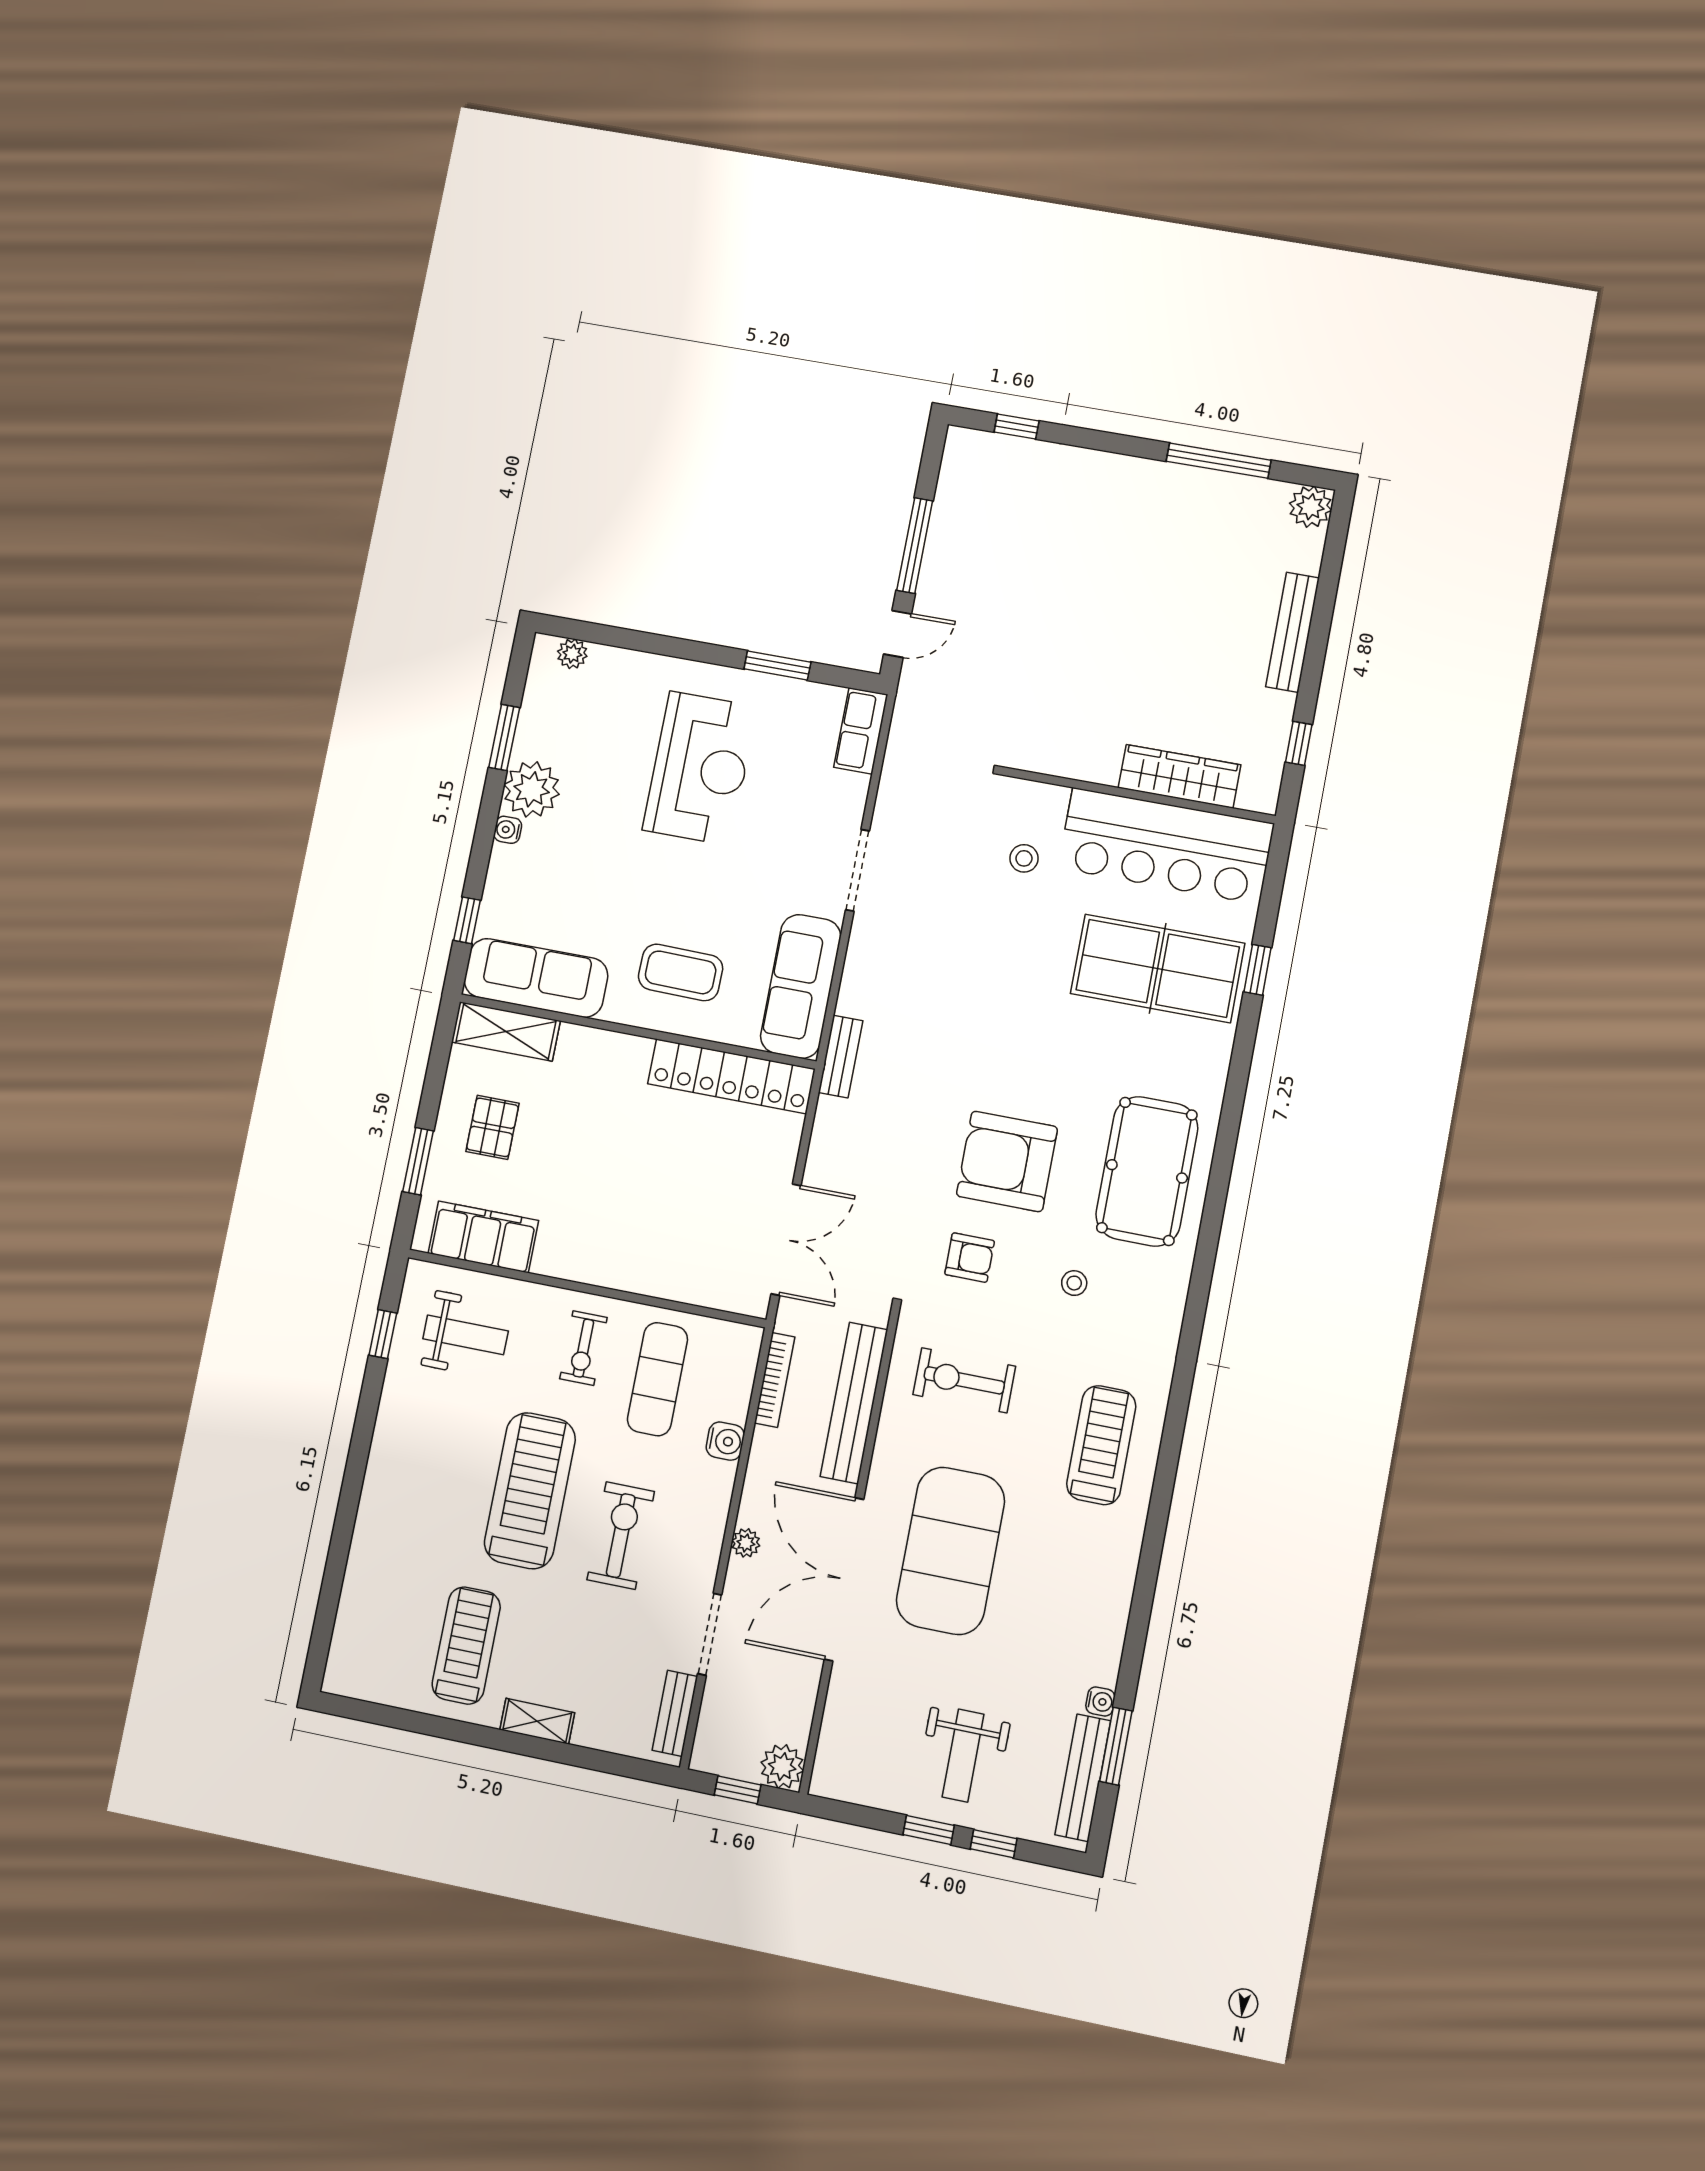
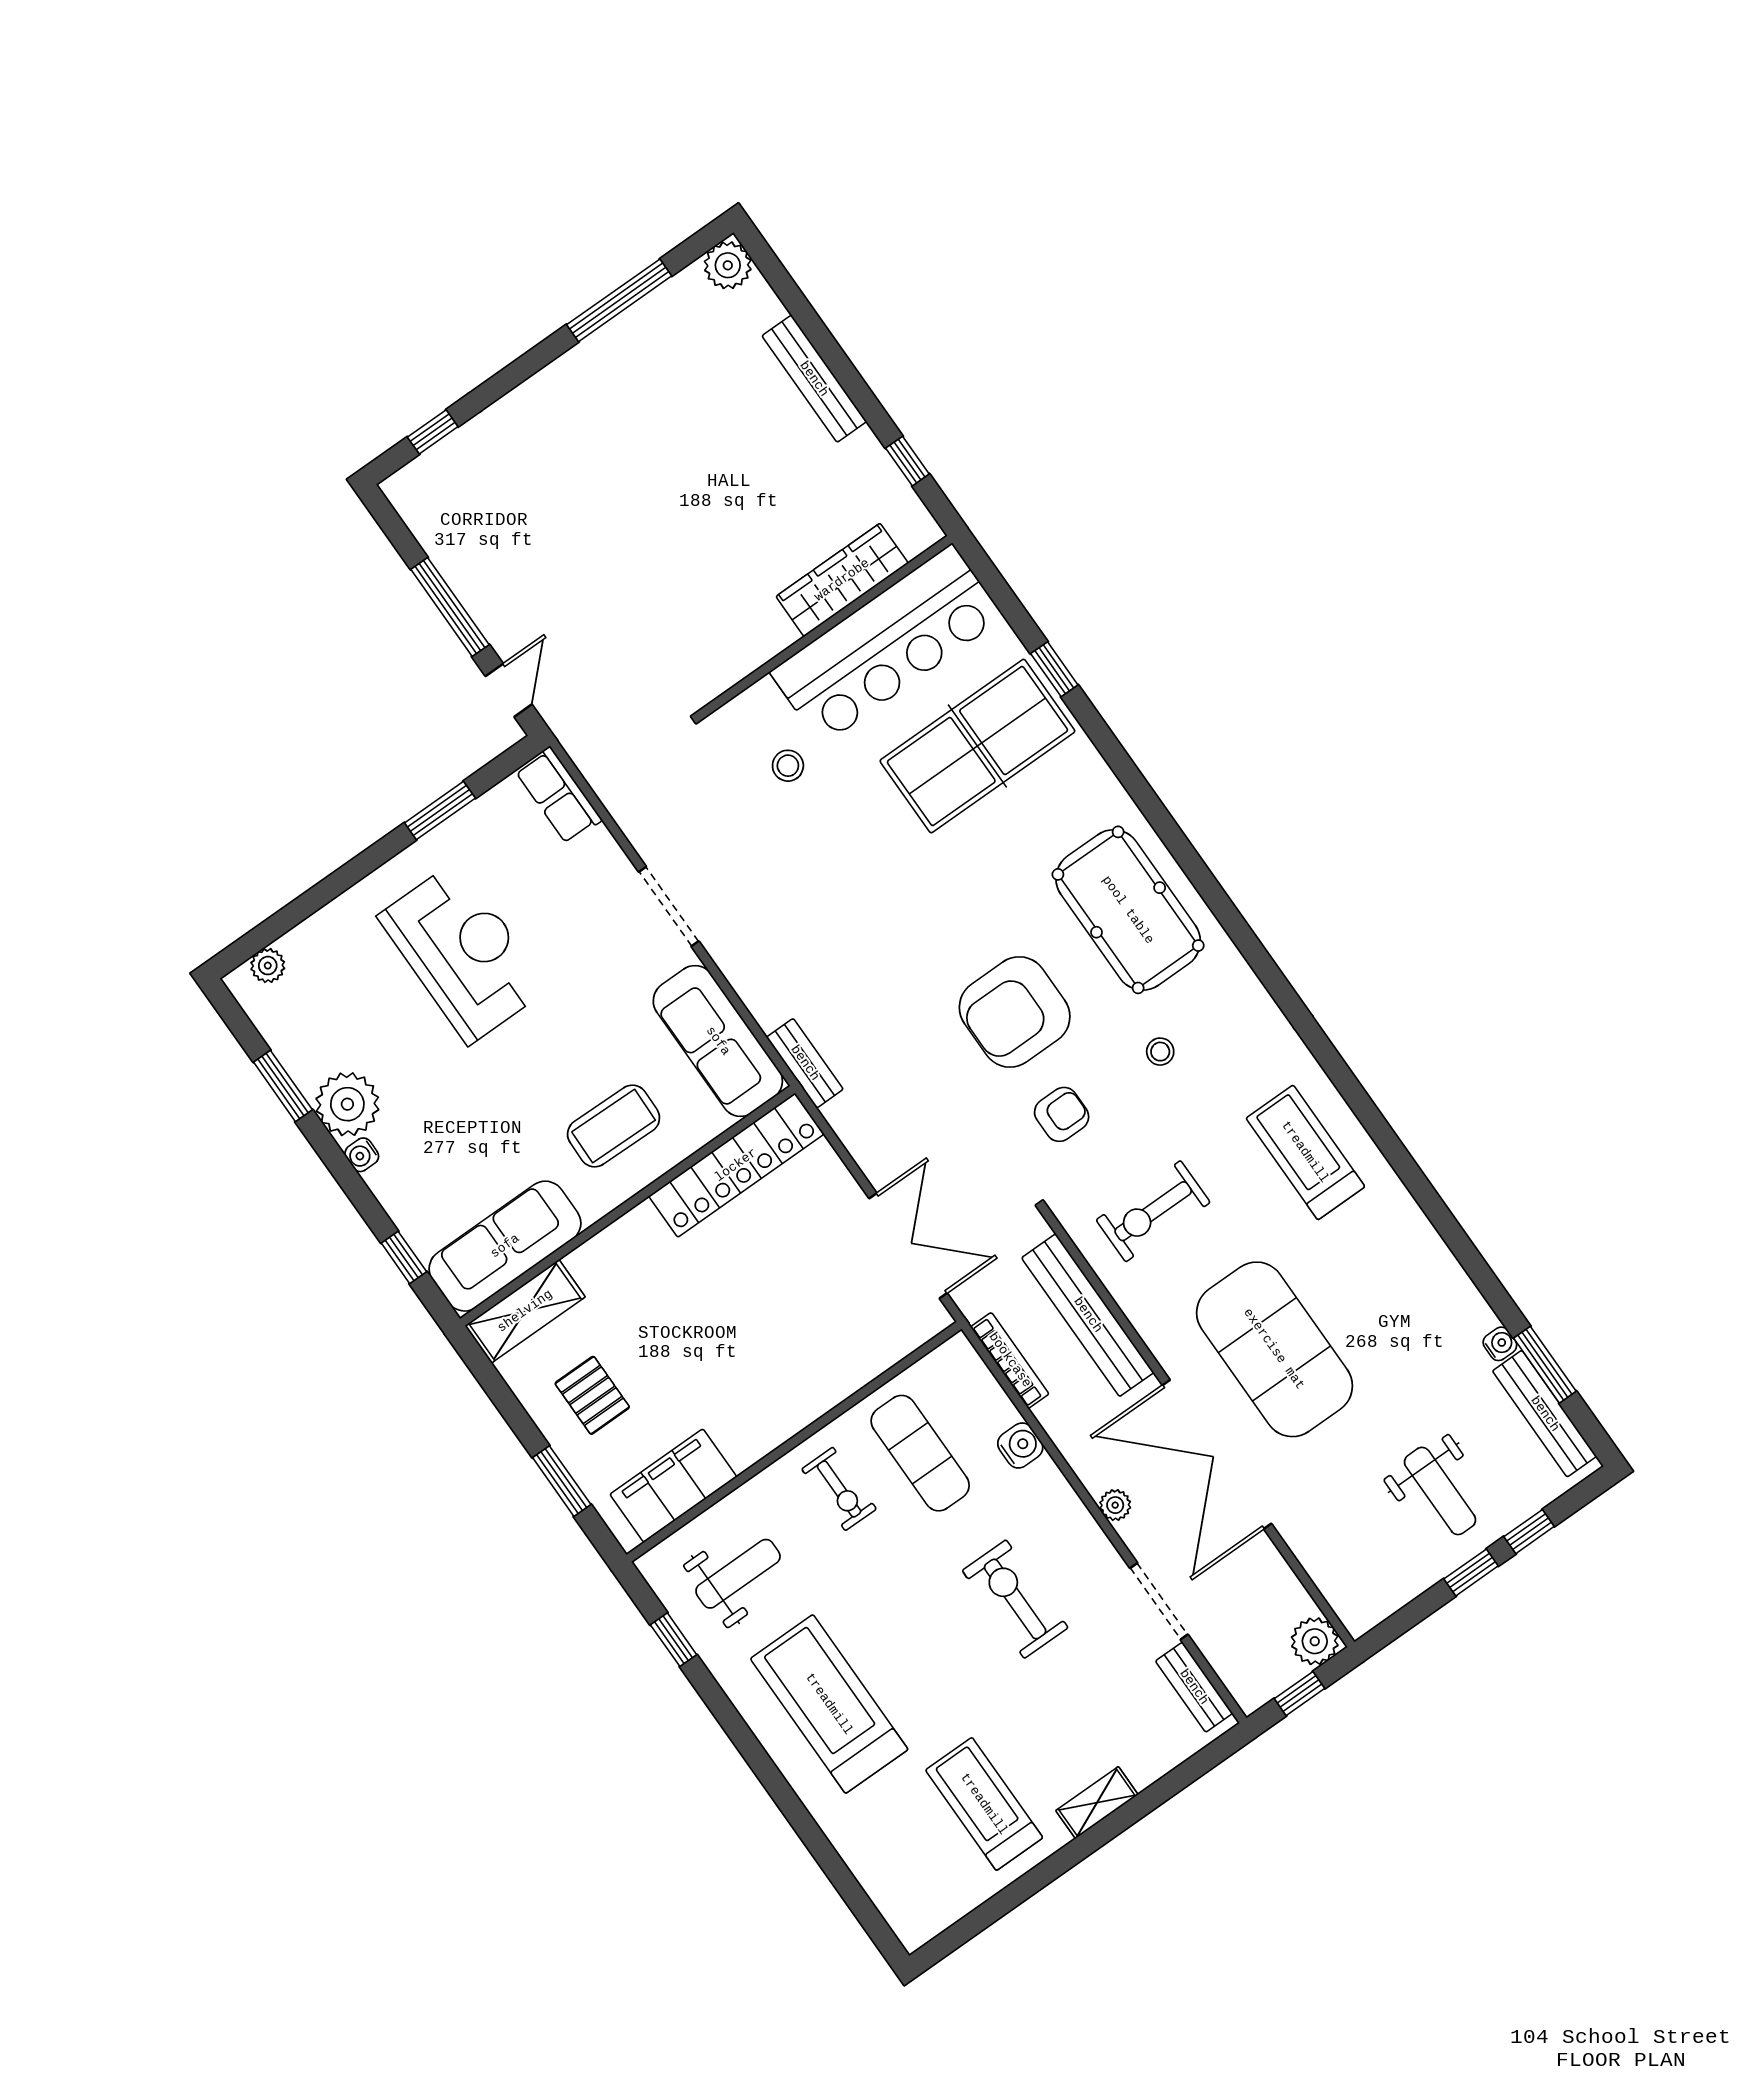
treadmill: (530, 1491) -> (829, 1704), moved

